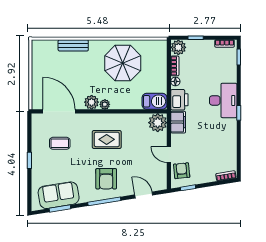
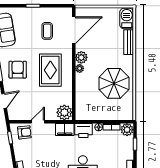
barbecue: (155, 101) -> (127, 18), moved, turned 180
rug: (107, 139) -> (50, 70), width x1.36, depth x1.43
armchair: (106, 179) -> (18, 70), turned 90

